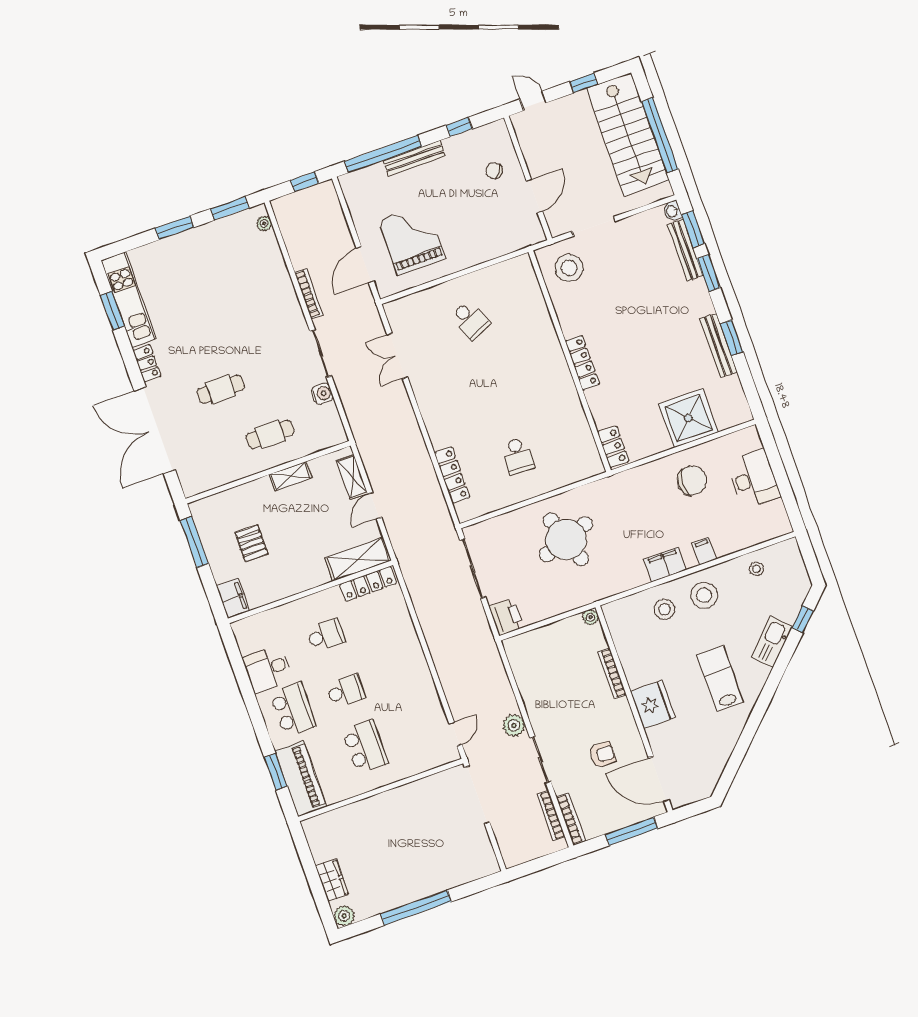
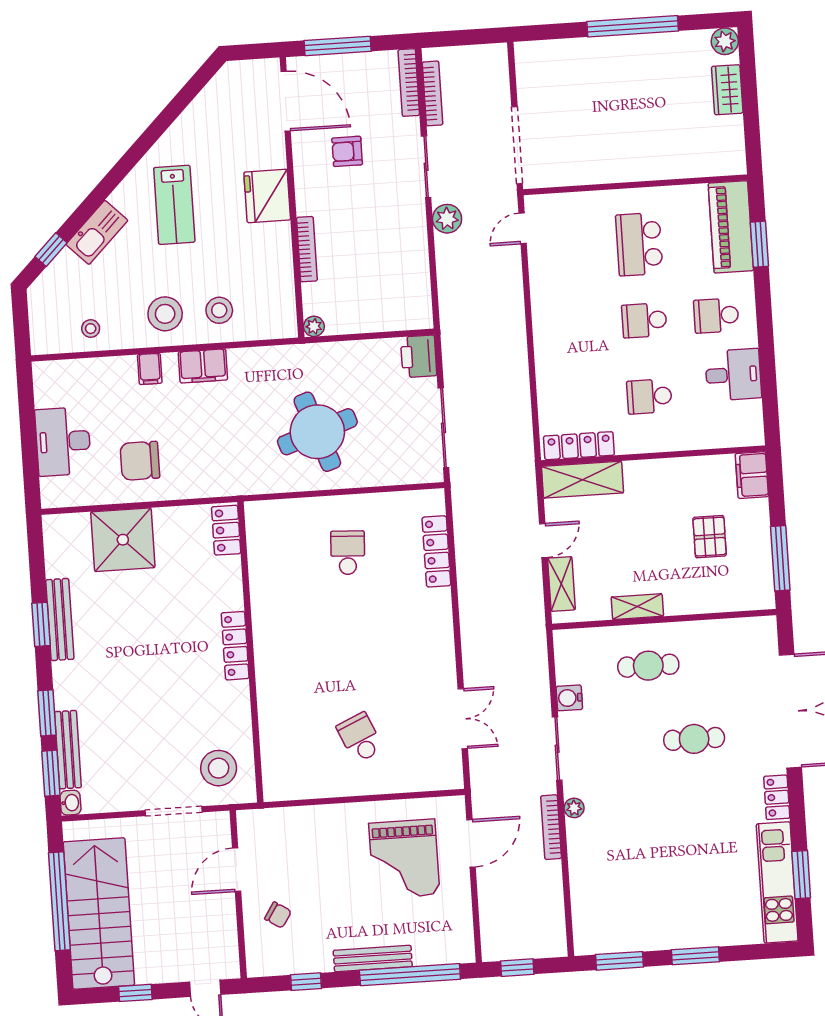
plant: (264, 223) -> (574, 808), moved
school desk: (293, 710) -> (716, 316), width x0.54

